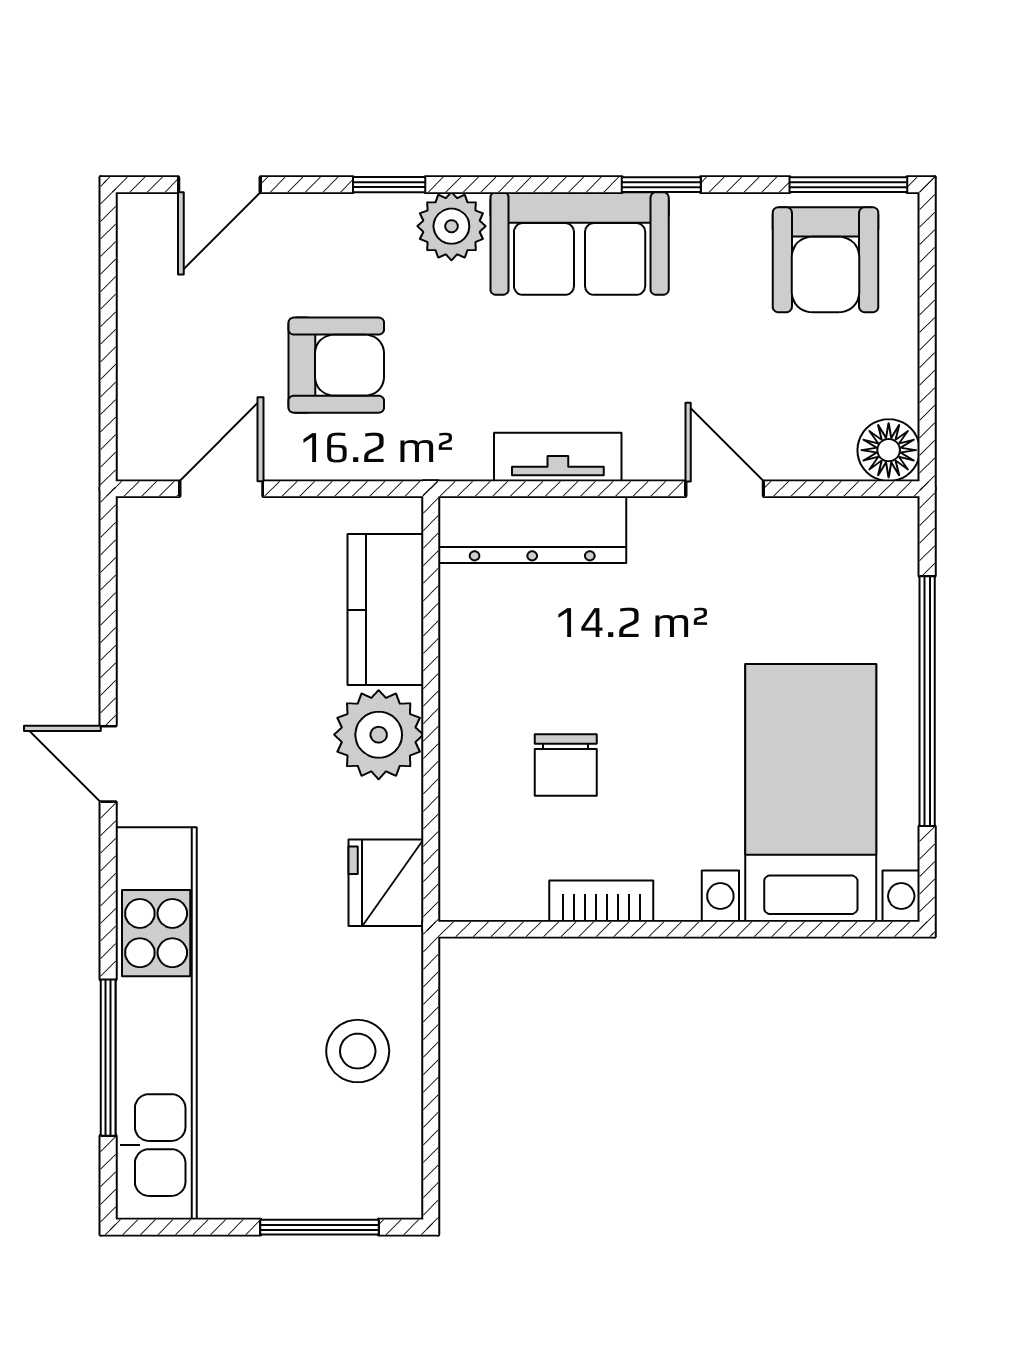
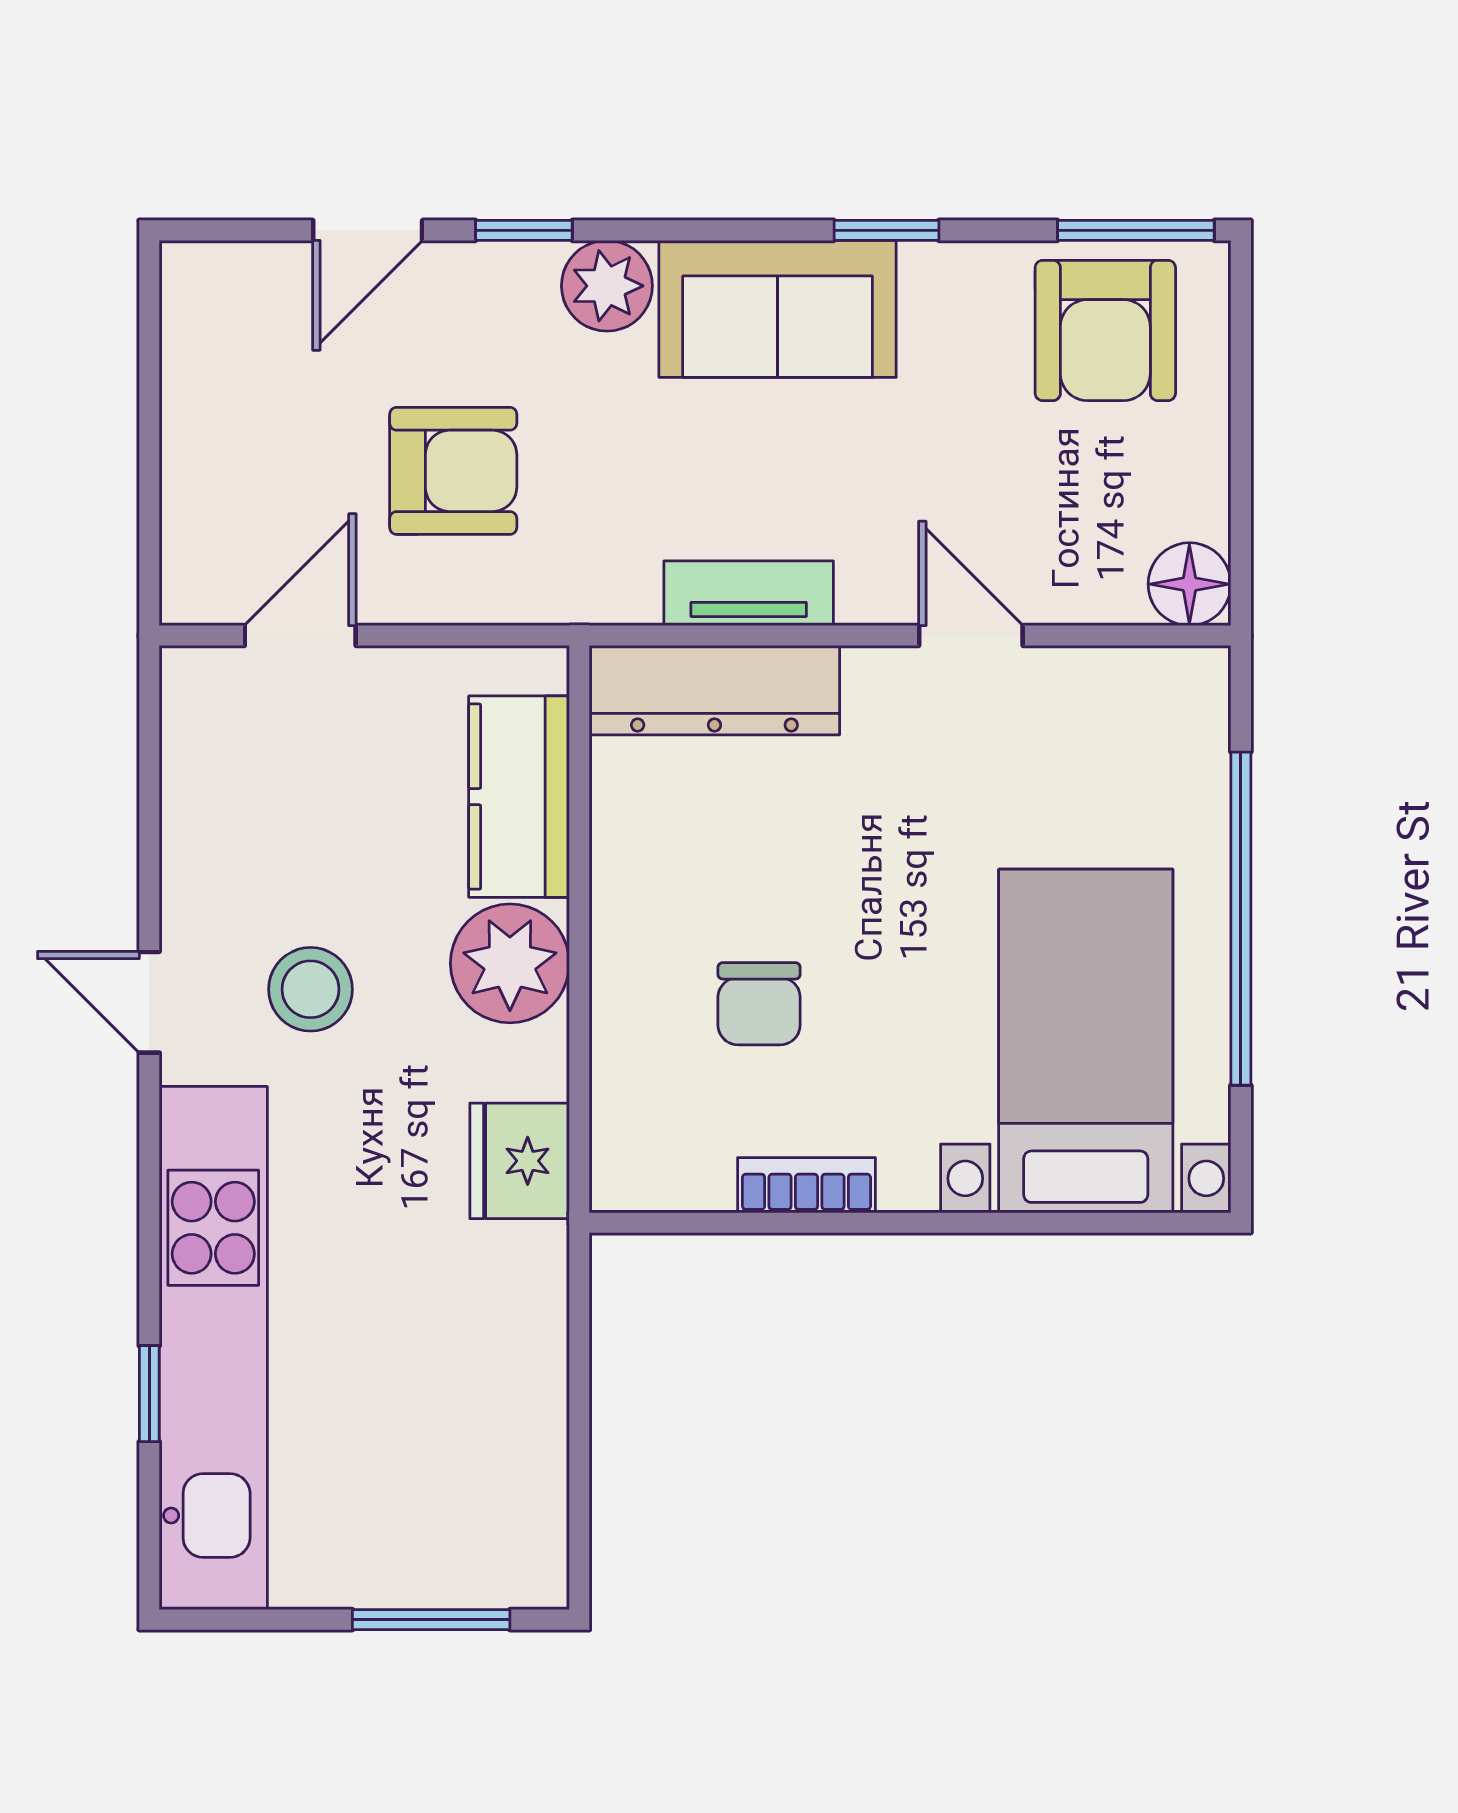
door: (219, 185) -> (368, 230), moved
stool: (358, 1051) -> (311, 989), moved
window: (108, 1058) -> (149, 1394), width x0.46

